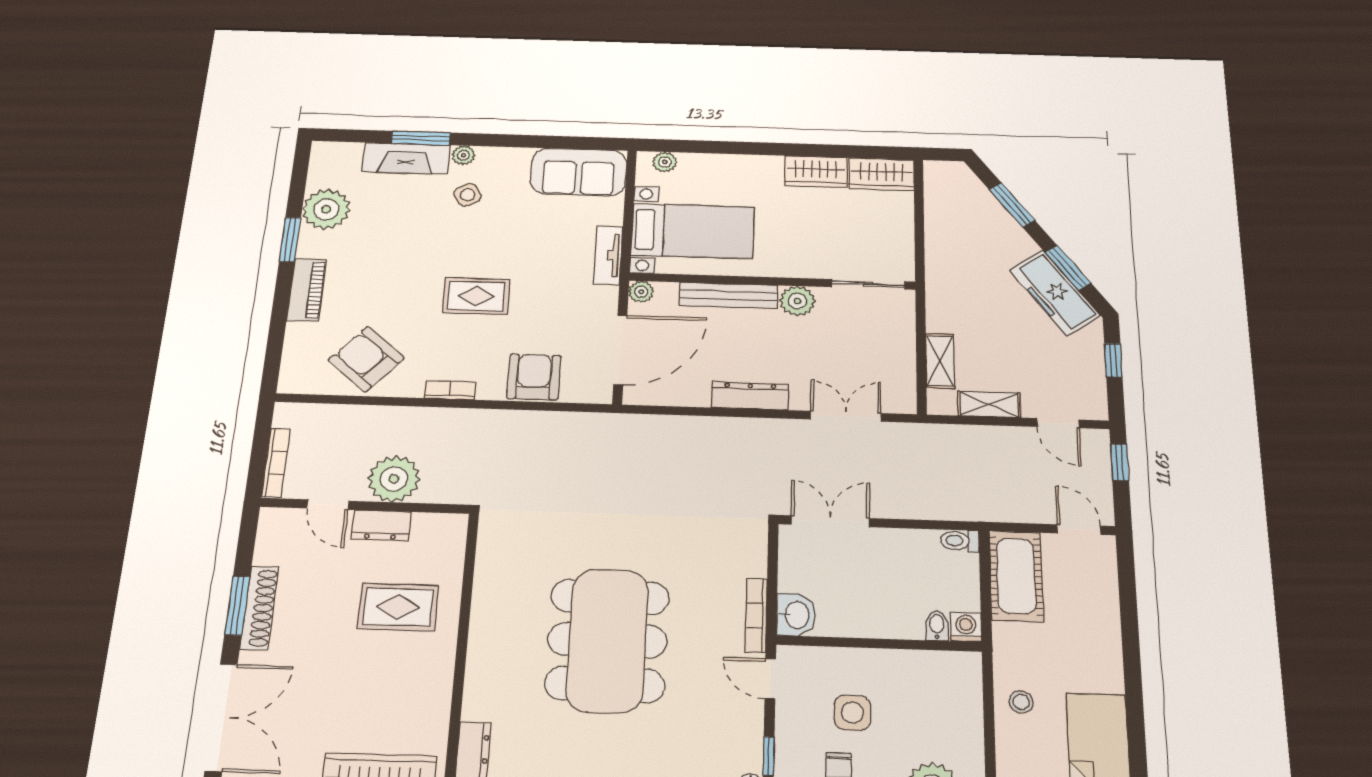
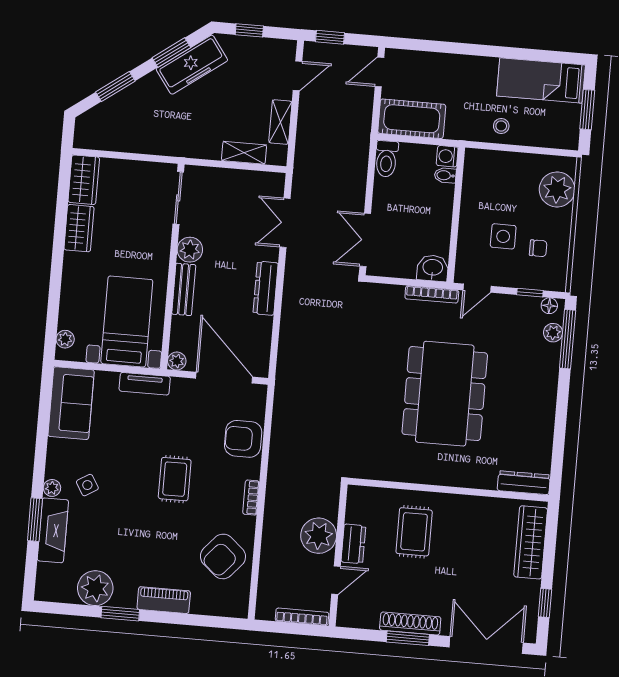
bench: (728, 295) -> (184, 289), width x0.73
toilet: (960, 541) -> (386, 159), width x1.37, depth x1.39
dining table: (607, 640) -> (445, 394), turned 90

